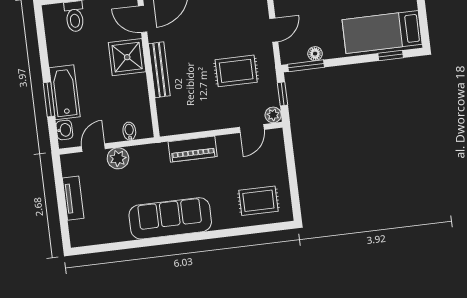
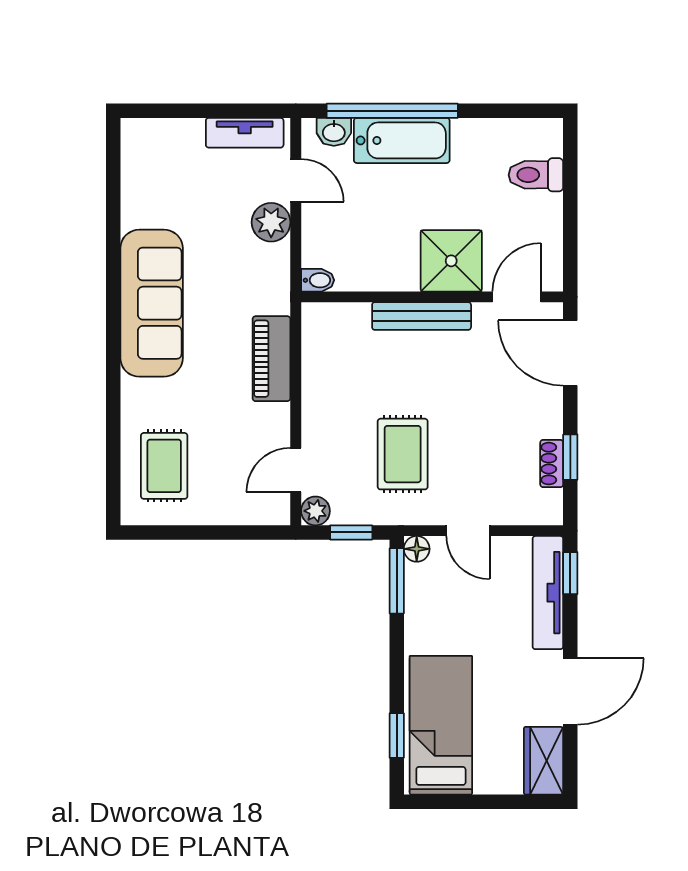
floor lamp: (315, 54) -> (417, 549), moved
window: (49, 99) -> (392, 111), width x2.11
door: (252, 128) -> (296, 470), hinge flipped
bidet: (129, 131) -> (318, 280), moved
tv unit: (73, 198) -> (245, 133), moved

